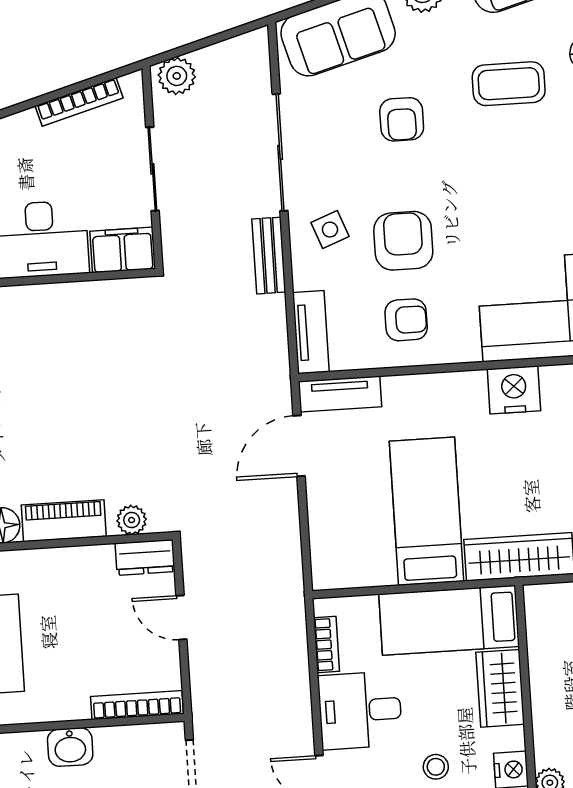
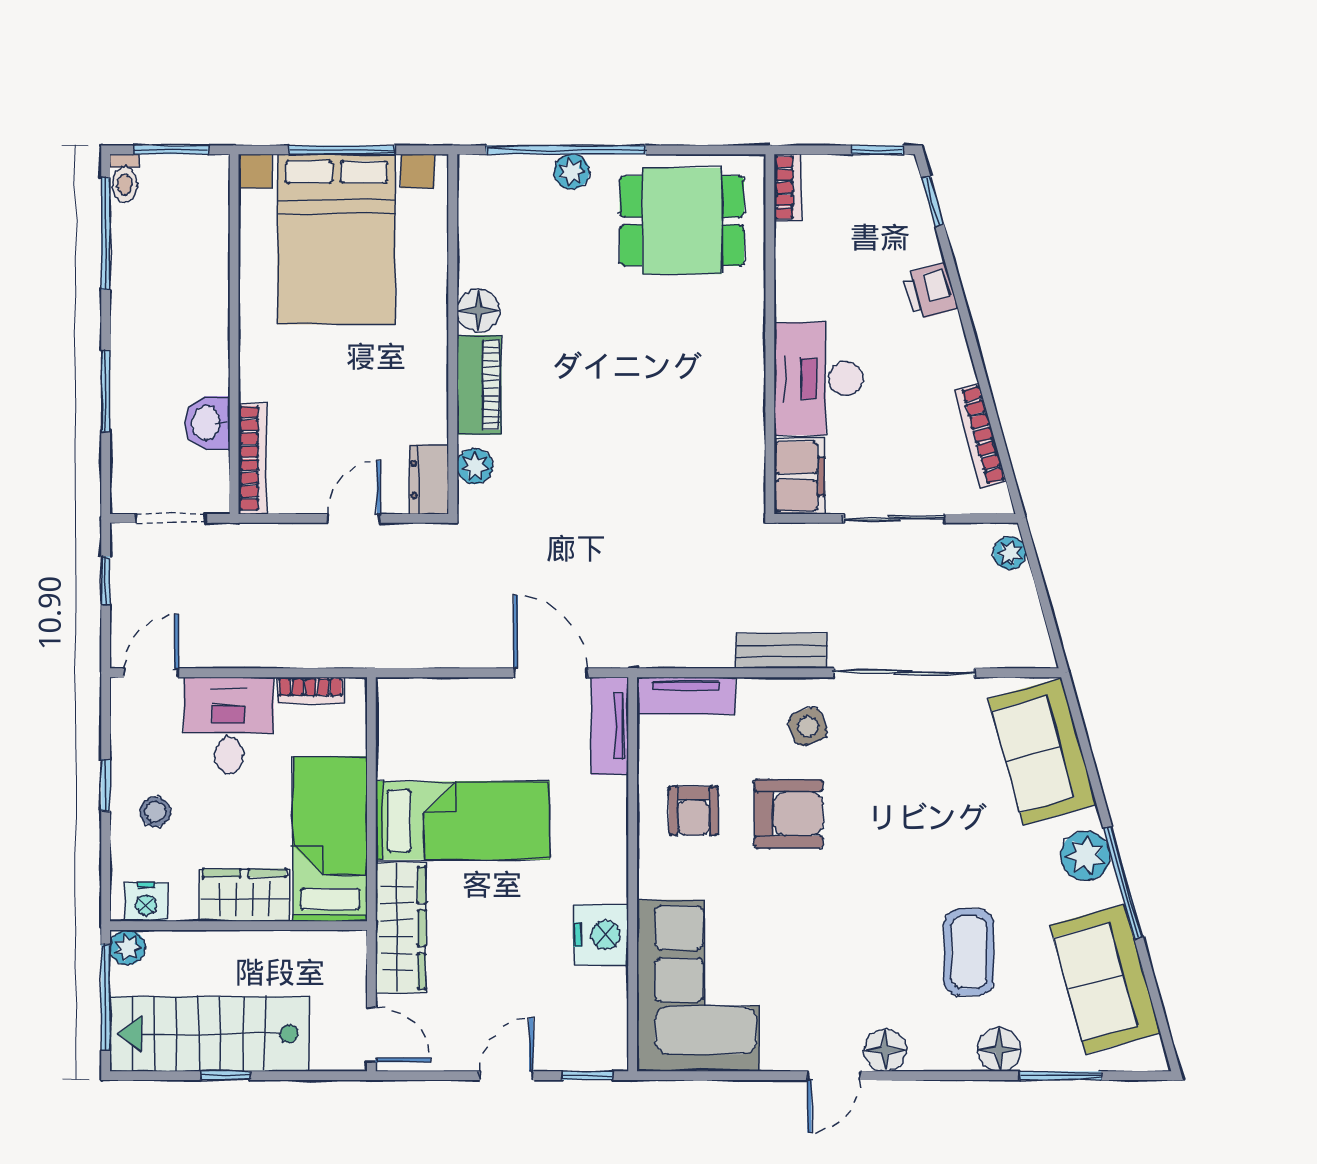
plant: (177, 76) -> (1010, 553), width x0.73, depth x0.73
armchair: (402, 119) -> (934, 821), removed
washbasin: (70, 747) -> (207, 423), moved

